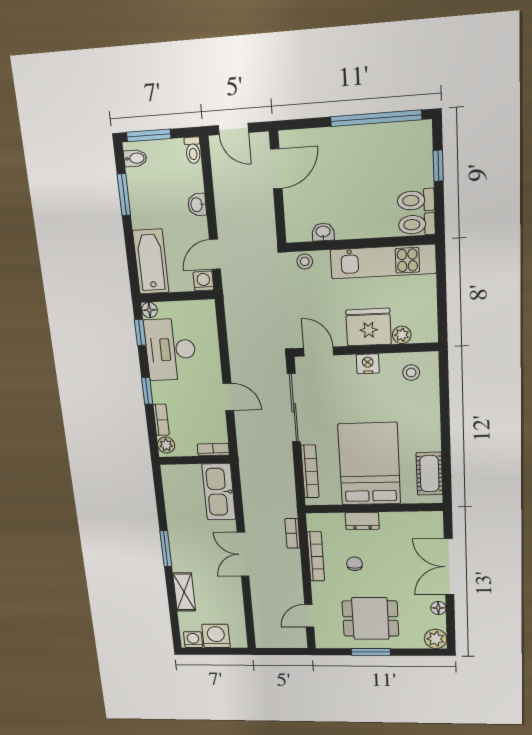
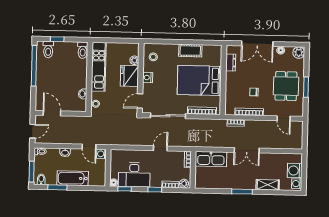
toilet: (416, 200) -> (48, 49), moved
bathtub: (151, 262) -> (73, 178), moved
cot: (429, 474) -> (190, 51), moved
dresser: (362, 521) -> (231, 63), moved

